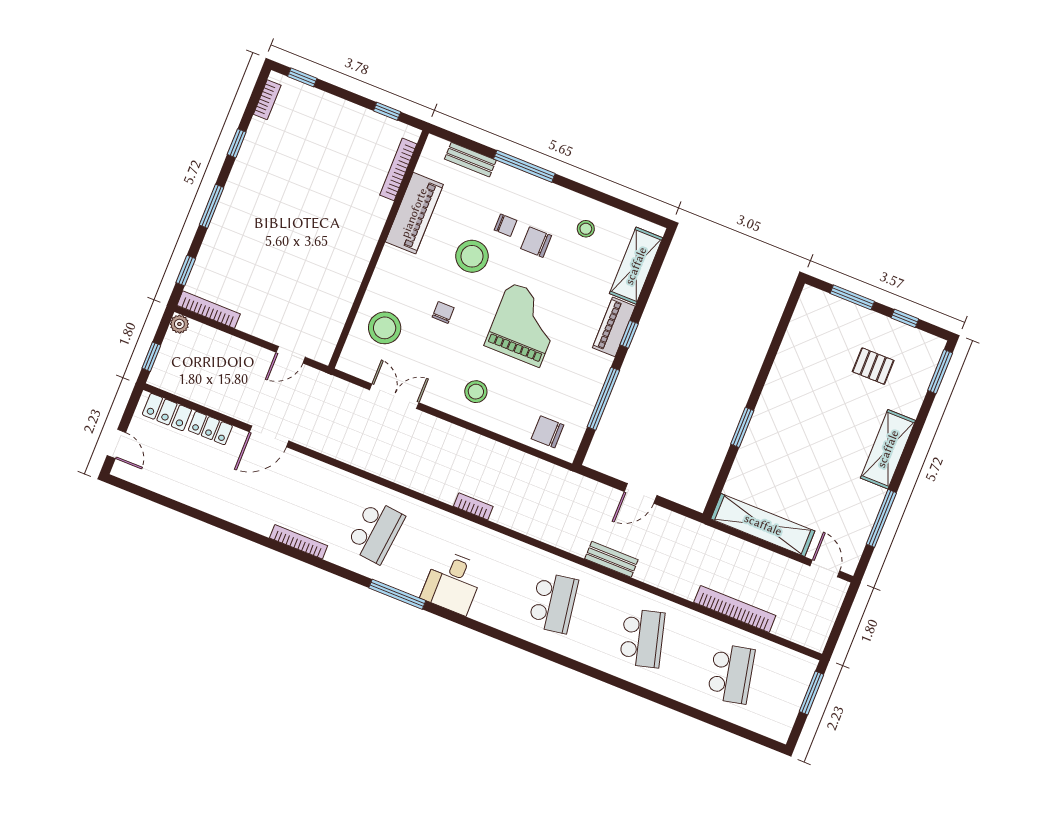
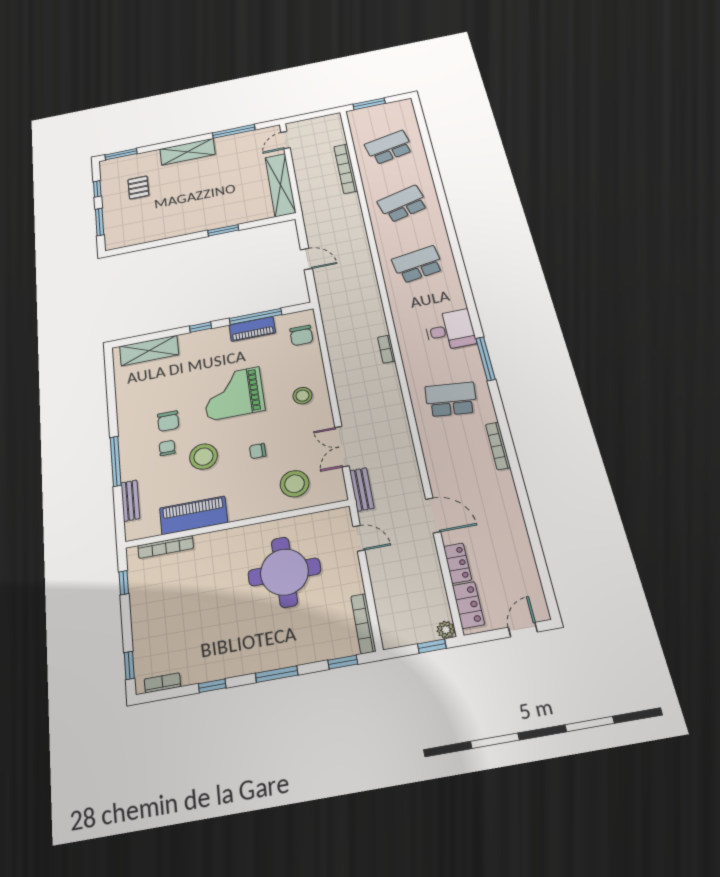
stool: (586, 229) -> (140, 396), removed
round table: (302, 267) -> (284, 572), added
plant: (179, 324) -> (446, 630), moved
piano: (614, 327) -> (252, 329), moved
bench: (611, 559) -> (362, 489), moved

